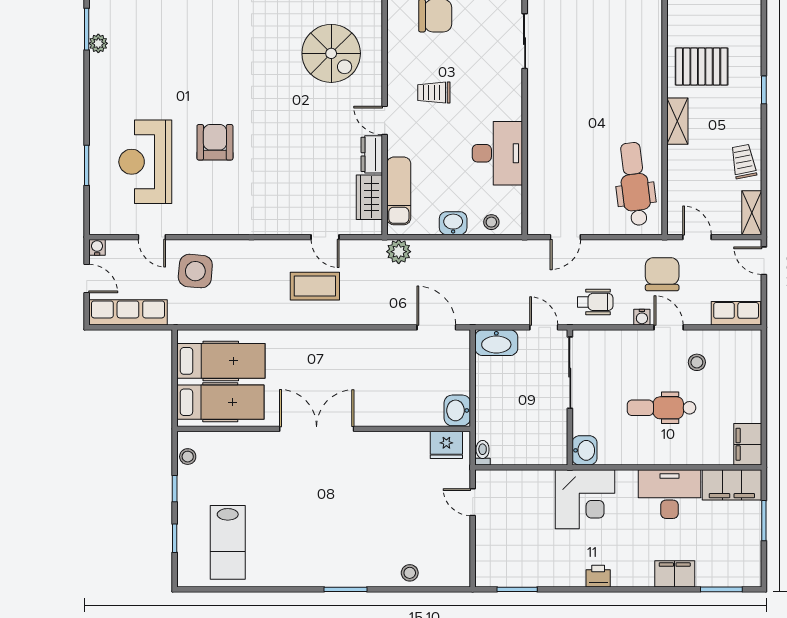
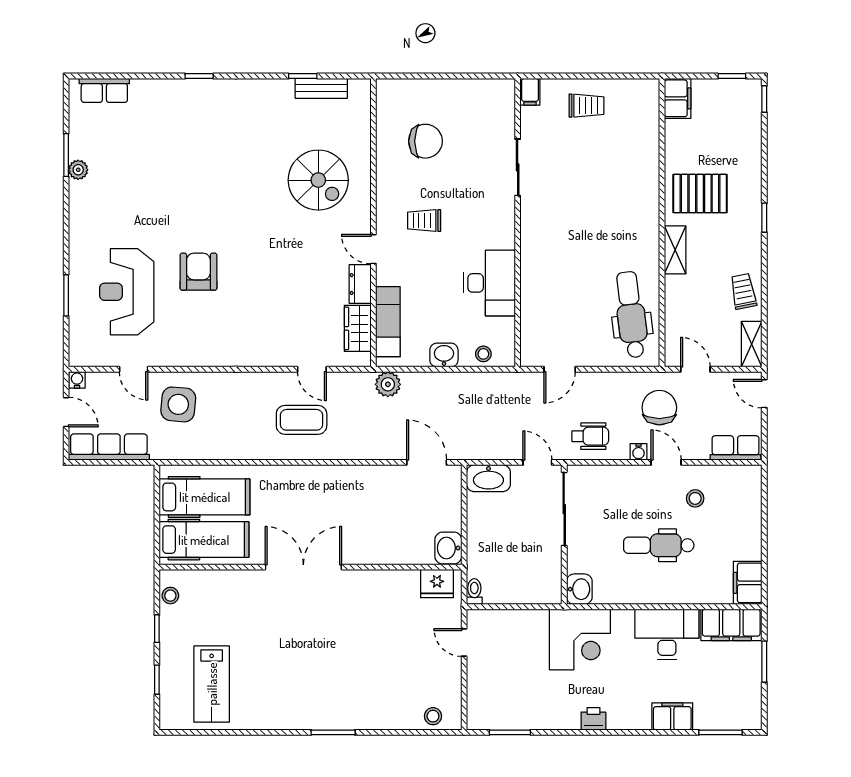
stool: (410, 573) -> (433, 716), moved

